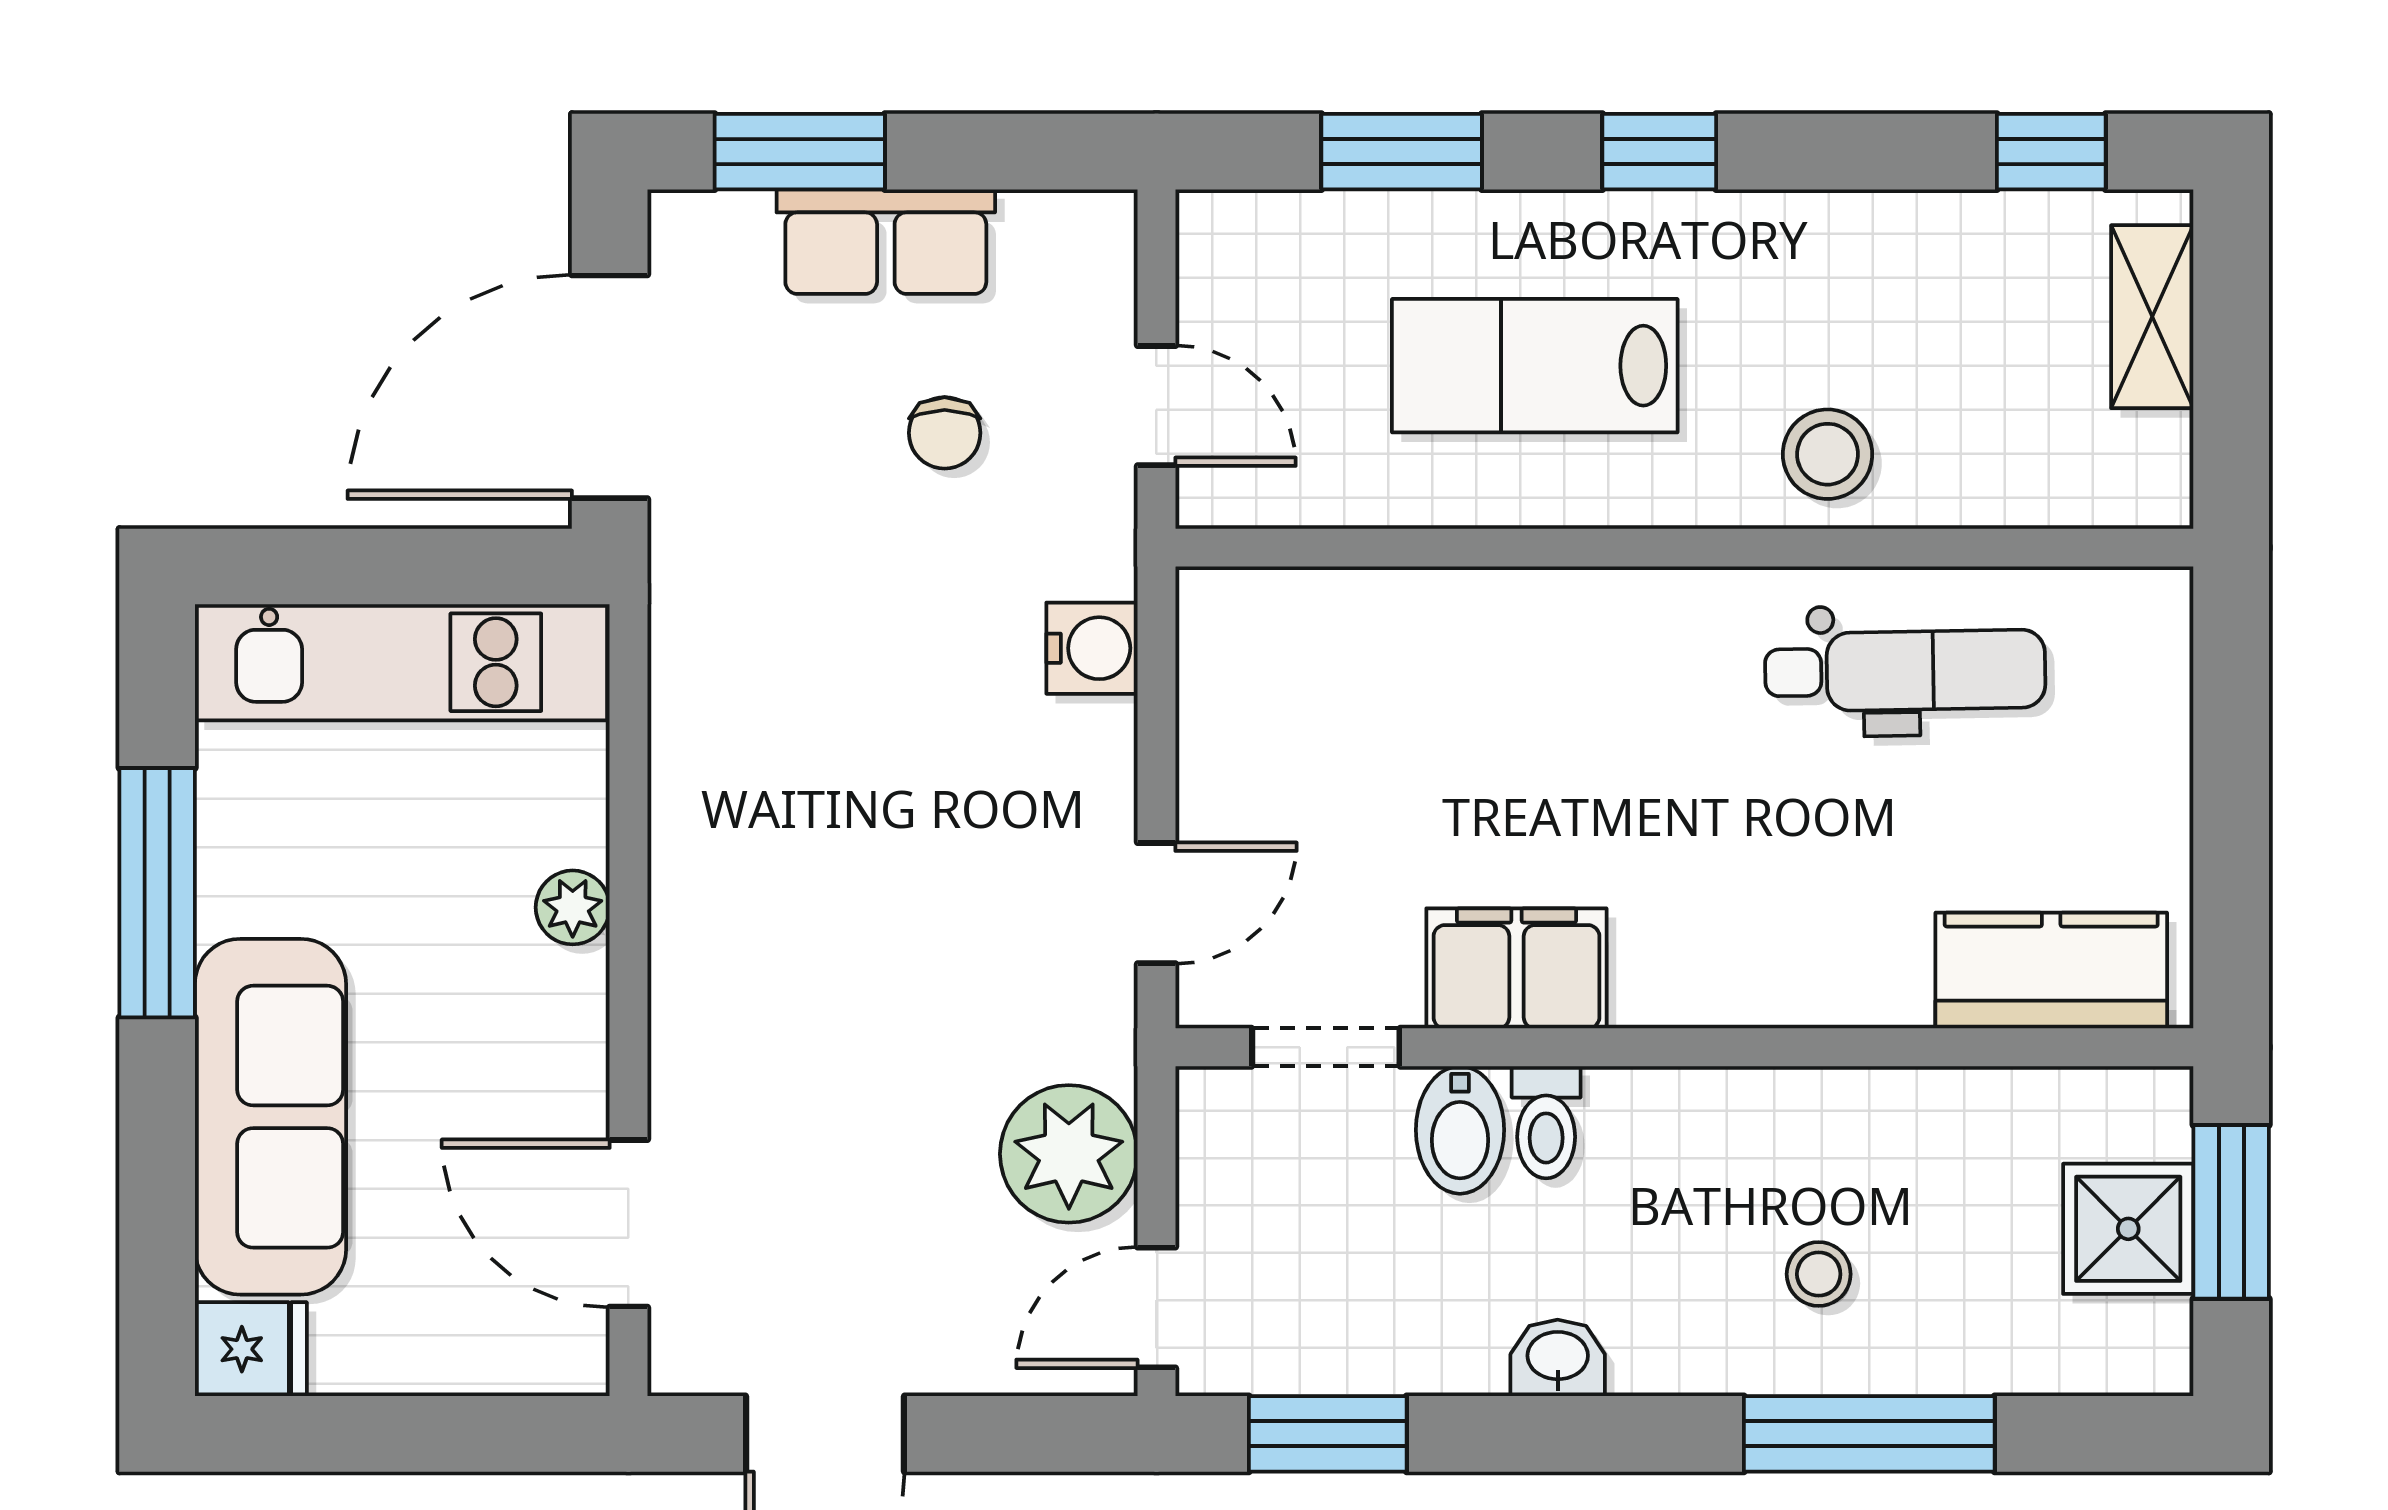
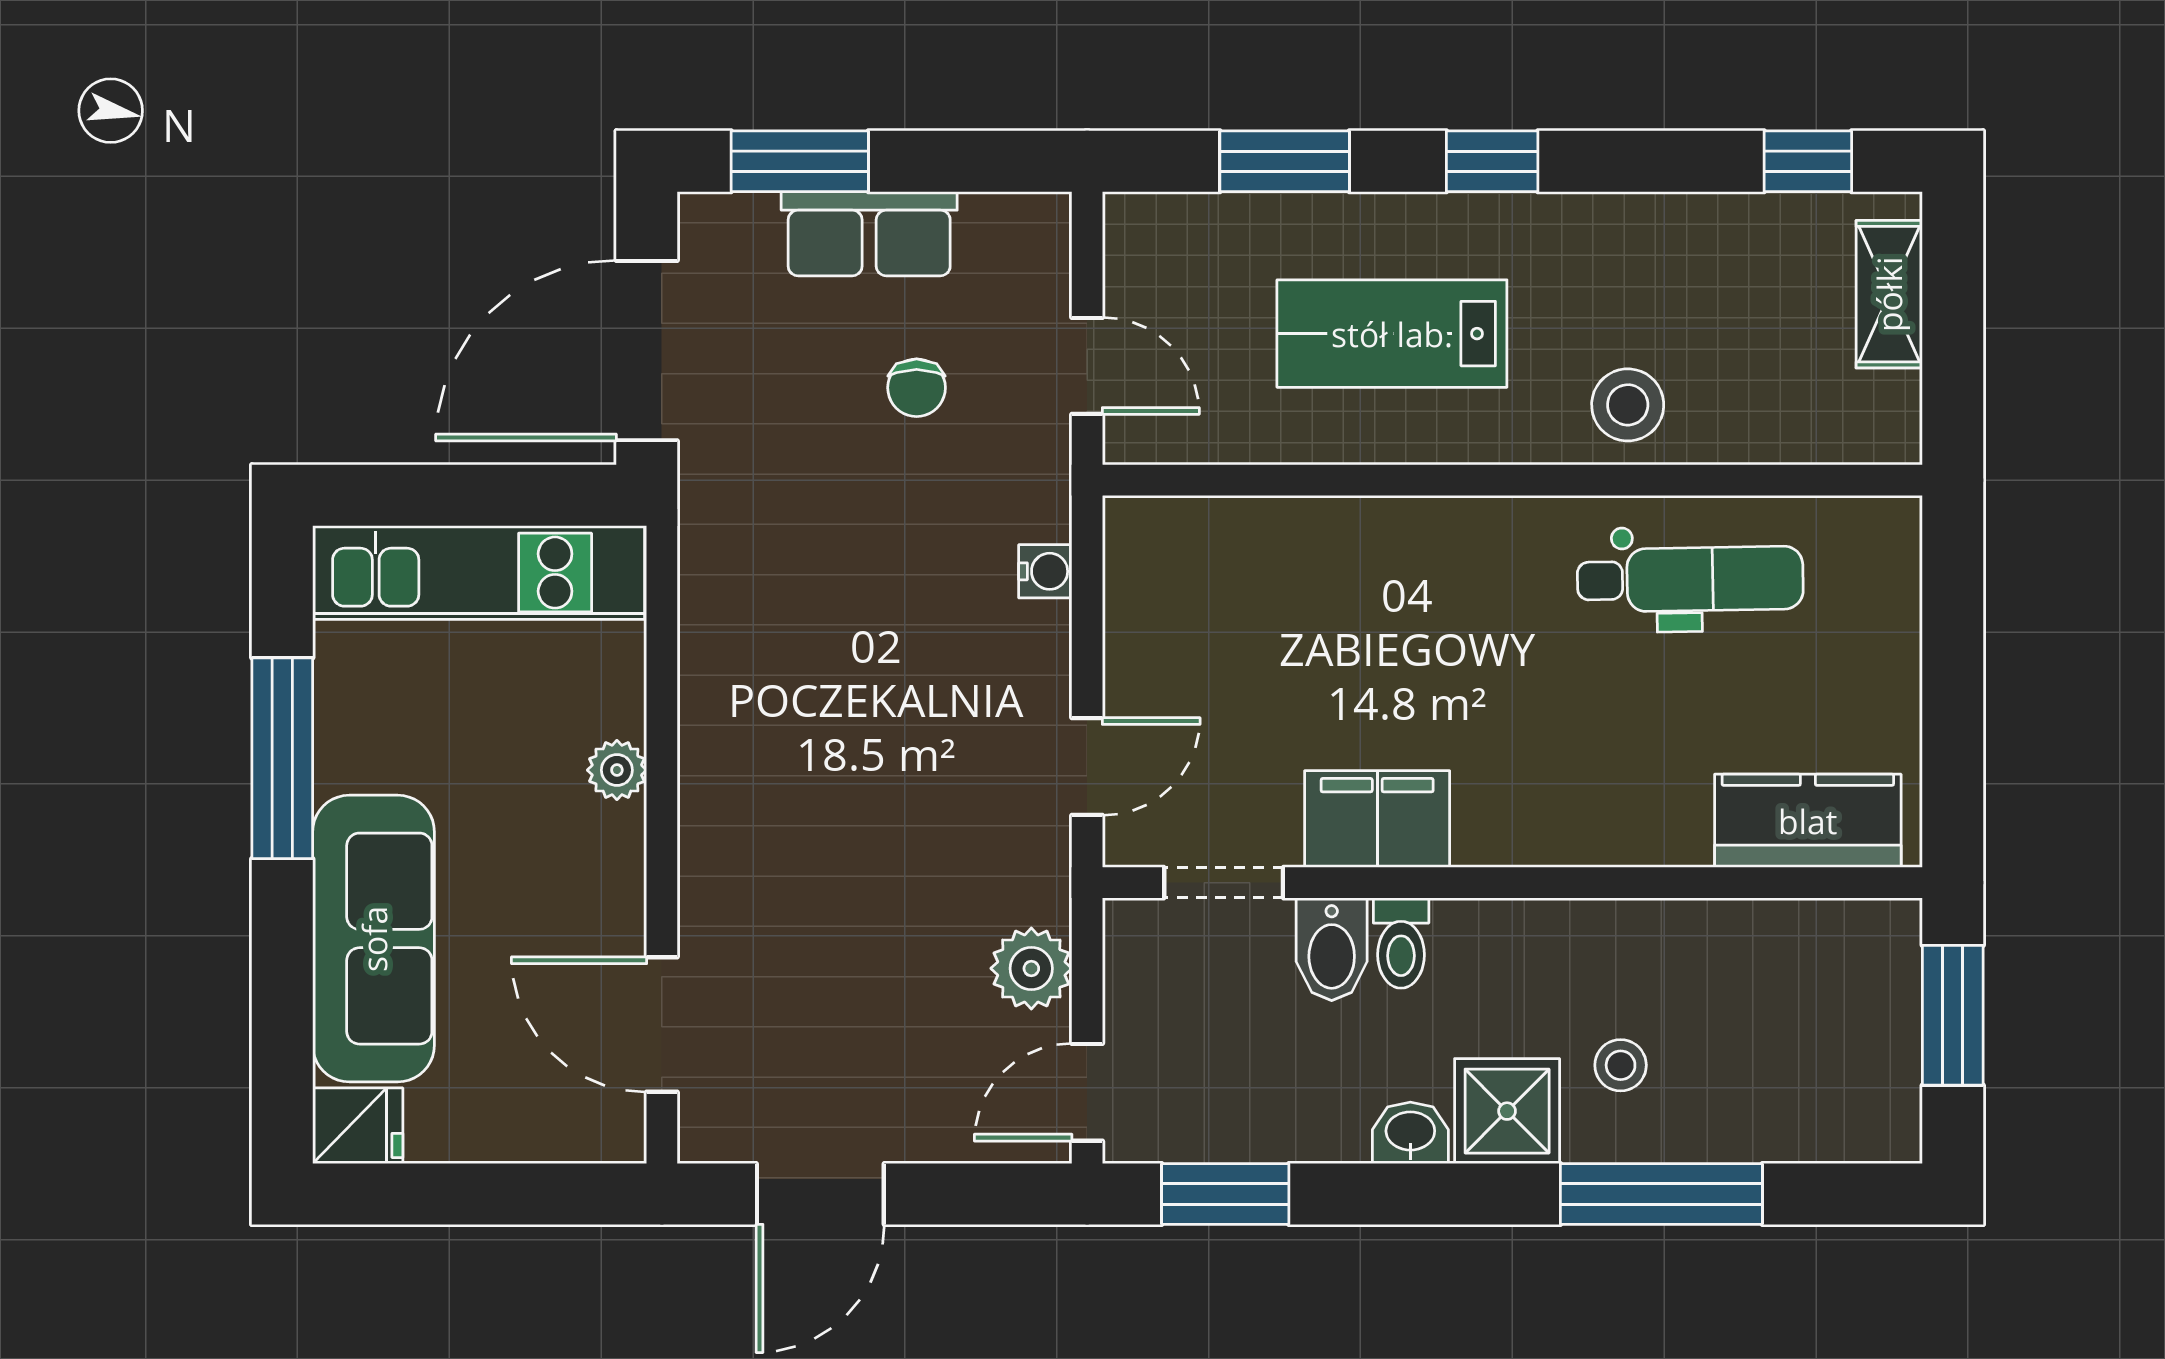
water cooler: (1092, 648) -> (1045, 571), width x0.72, depth x0.72
plant: (1069, 1154) -> (1031, 968), width x0.73, depth x0.73
shower: (2128, 1229) -> (1507, 1111), moved

